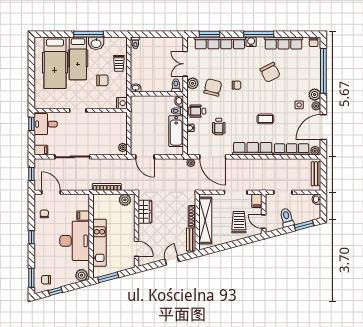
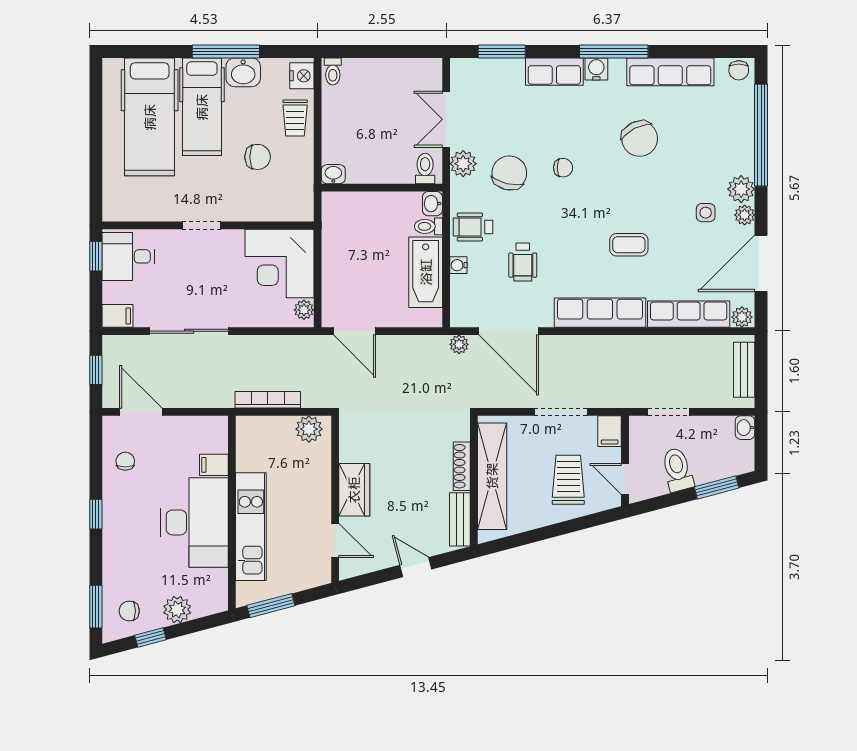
row of seats: (220, 43) -> (554, 72), width x0.50
nightstand: (122, 103) -> (302, 76), moved
corner desk: (112, 127) -> (279, 264), added
wardrobe: (145, 212) -> (354, 490), moved
door: (172, 260) -> (416, 567), hinge flipped
plant: (82, 275) -> (177, 610), moved

